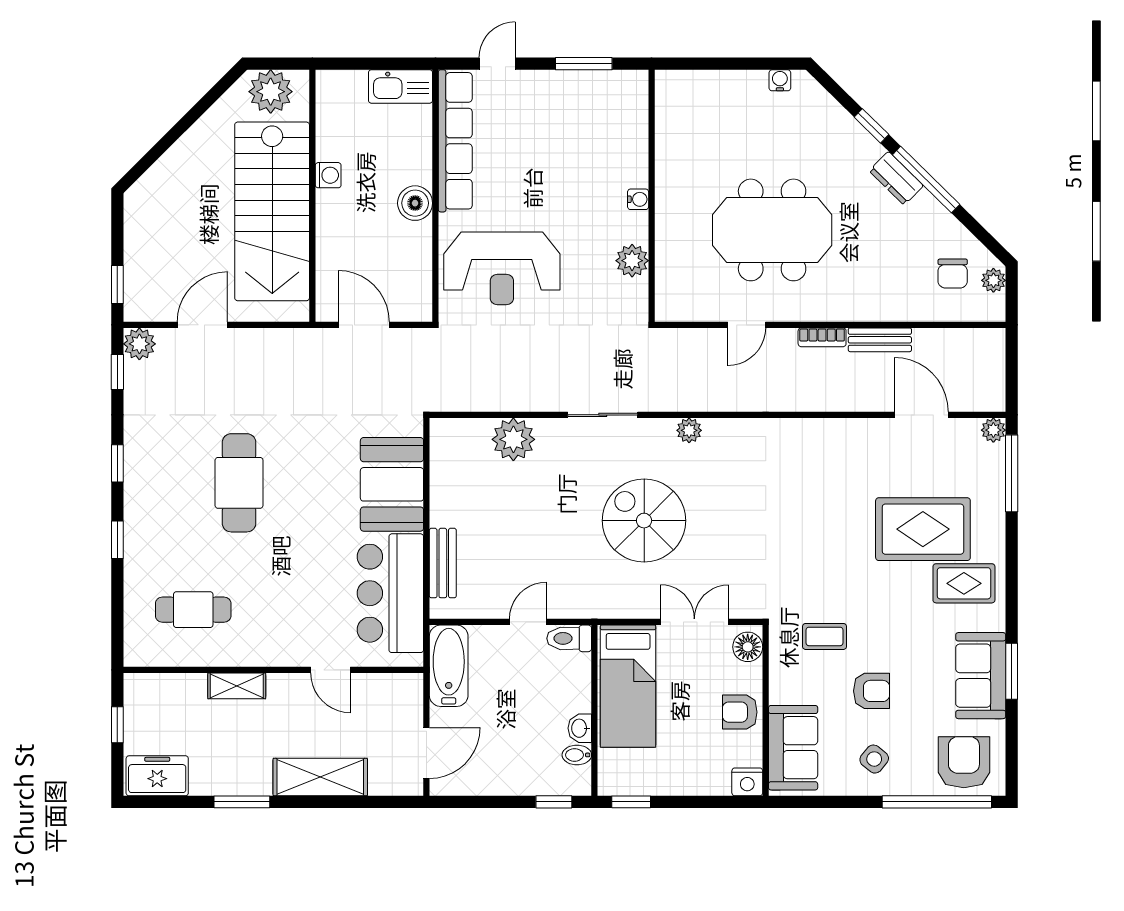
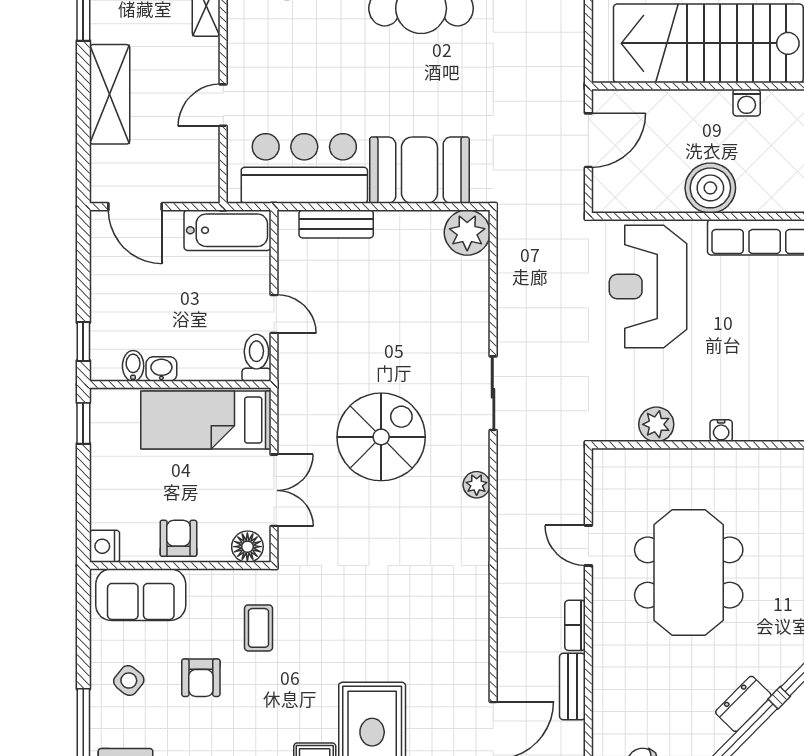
boiler: (415, 203) -> (710, 188), width x1.37, depth x1.37
plant: (513, 439) -> (467, 233), moved

